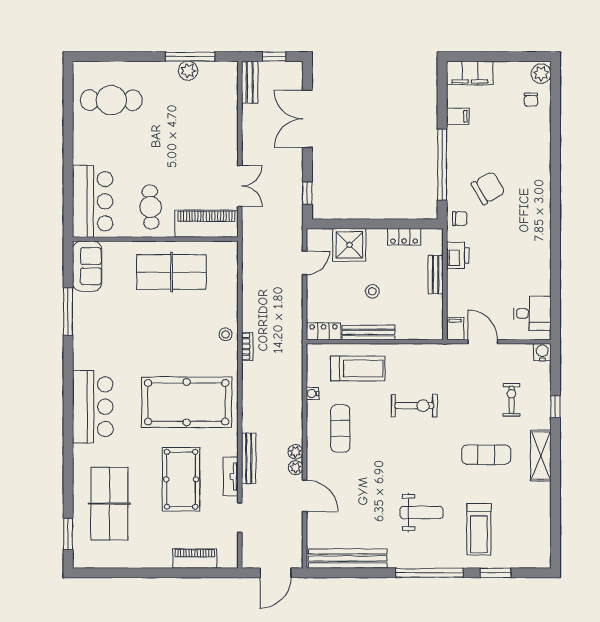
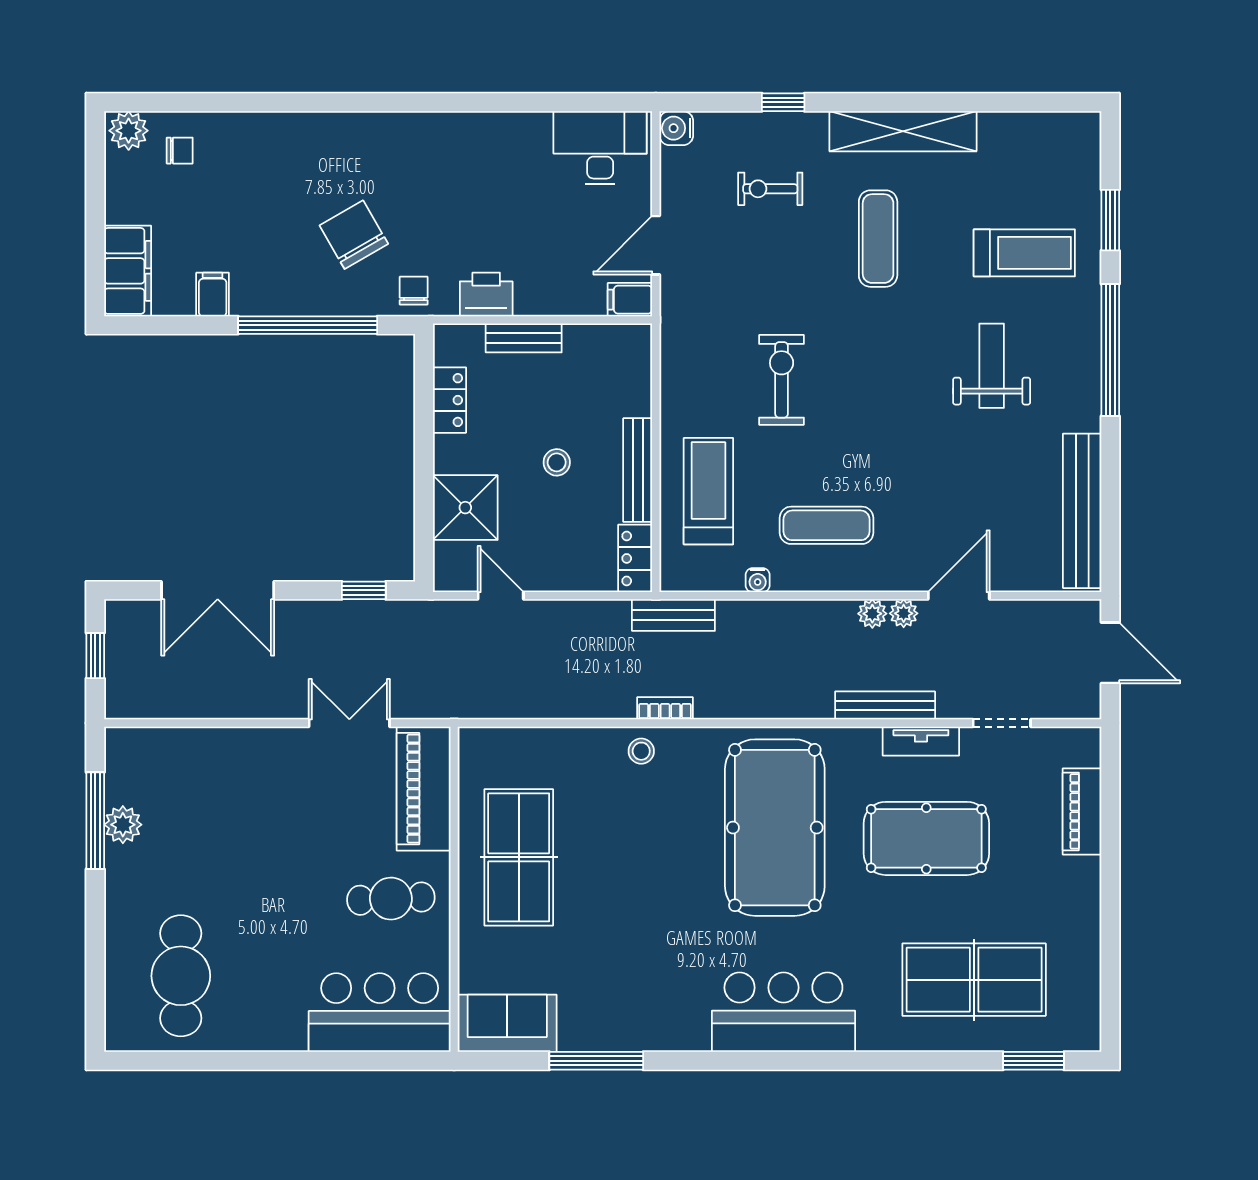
bench: (250, 82) -> (673, 615), moved
desk: (532, 313) -> (600, 148), width x1.37
shelving: (541, 456) -> (903, 131), width x1.47

